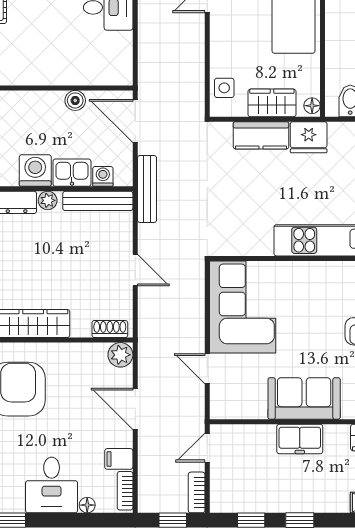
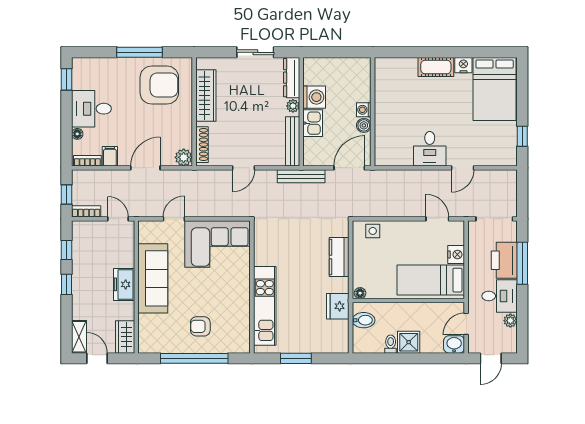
wardrobe: (272, 103) -> (362, 265), removed
fridge: (309, 137) -> (338, 306), moved
washing machine: (103, 176) -> (364, 110), moved, turned 180
shoe rack: (110, 329) -> (202, 145), width x1.43
sofa: (304, 398) -> (153, 278), width x1.36

